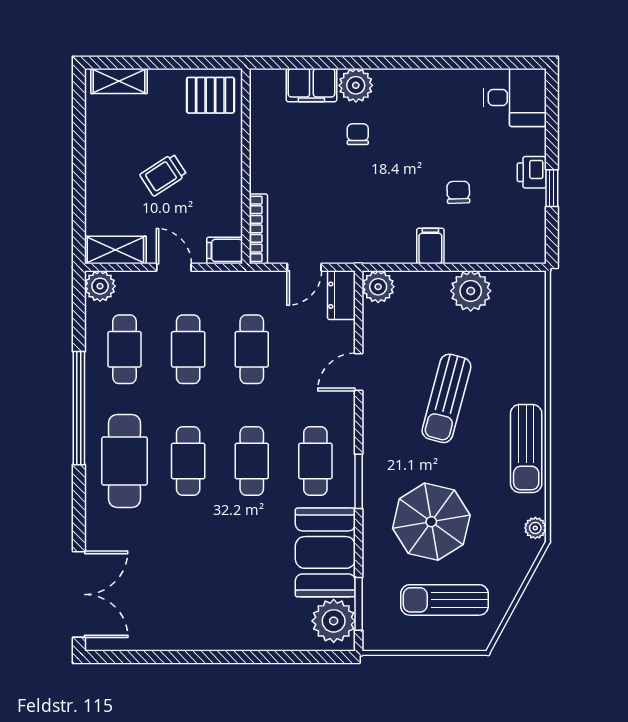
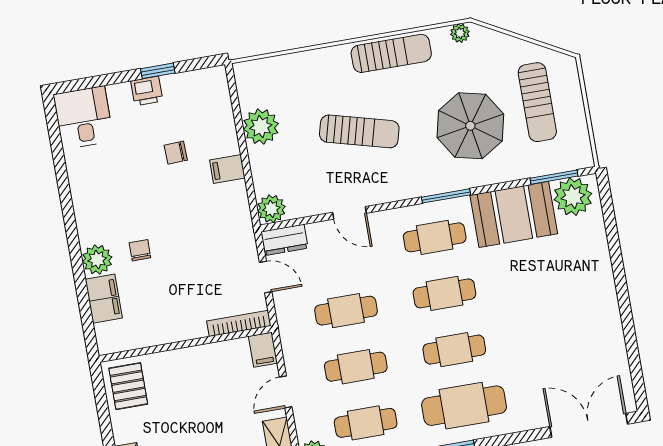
chair: (358, 134) -> (140, 250), turned 90
trolley: (163, 175) -> (206, 415), removed

